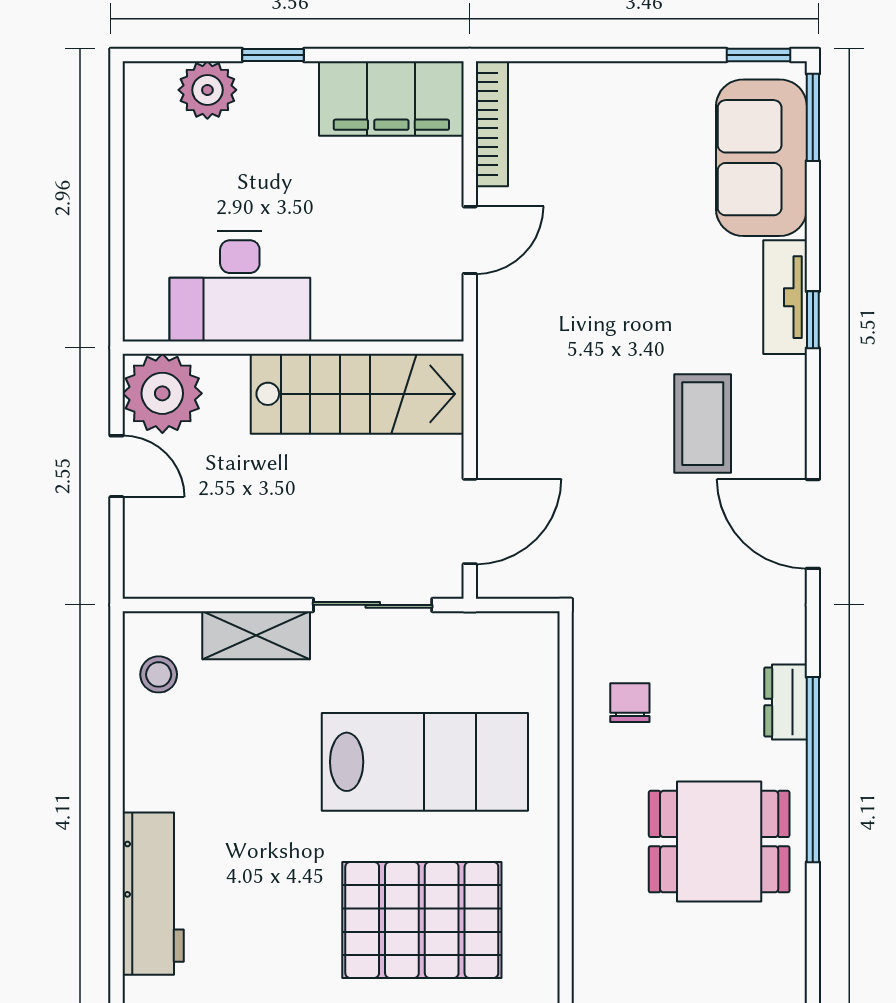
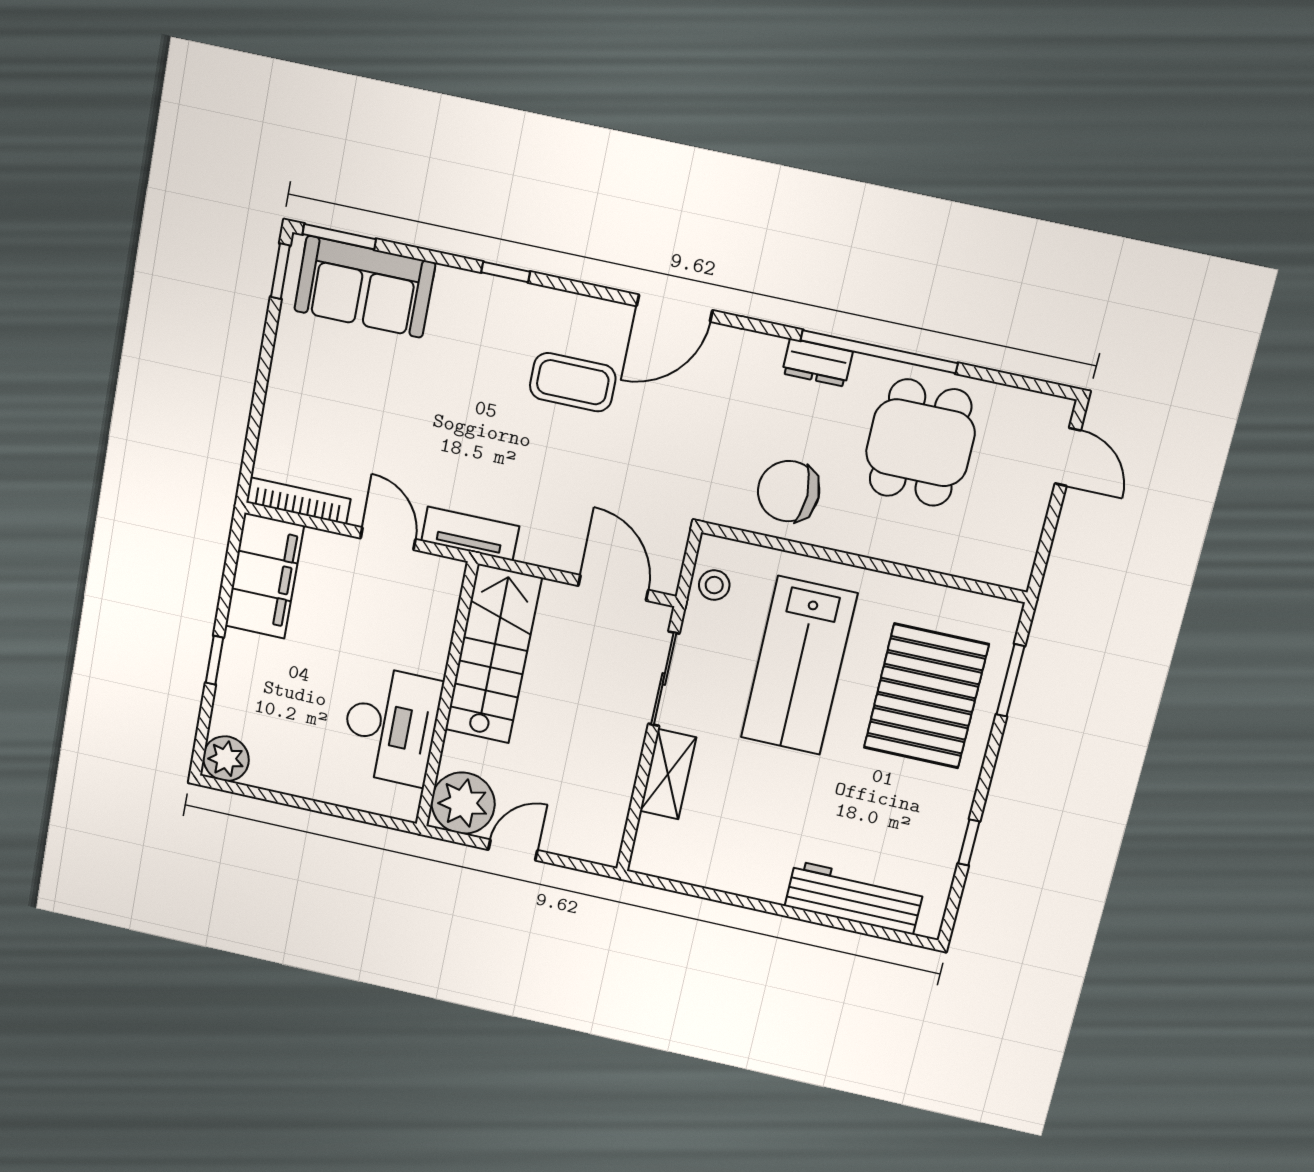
plant: (207, 90) -> (226, 759), moved
tv unit: (785, 297) -> (470, 534), moved, turned 180
stool: (159, 674) -> (714, 585), moved
chair: (630, 703) -> (789, 491), width x1.87, depth x1.87
lab bench: (425, 762) -> (799, 666), turned 180

